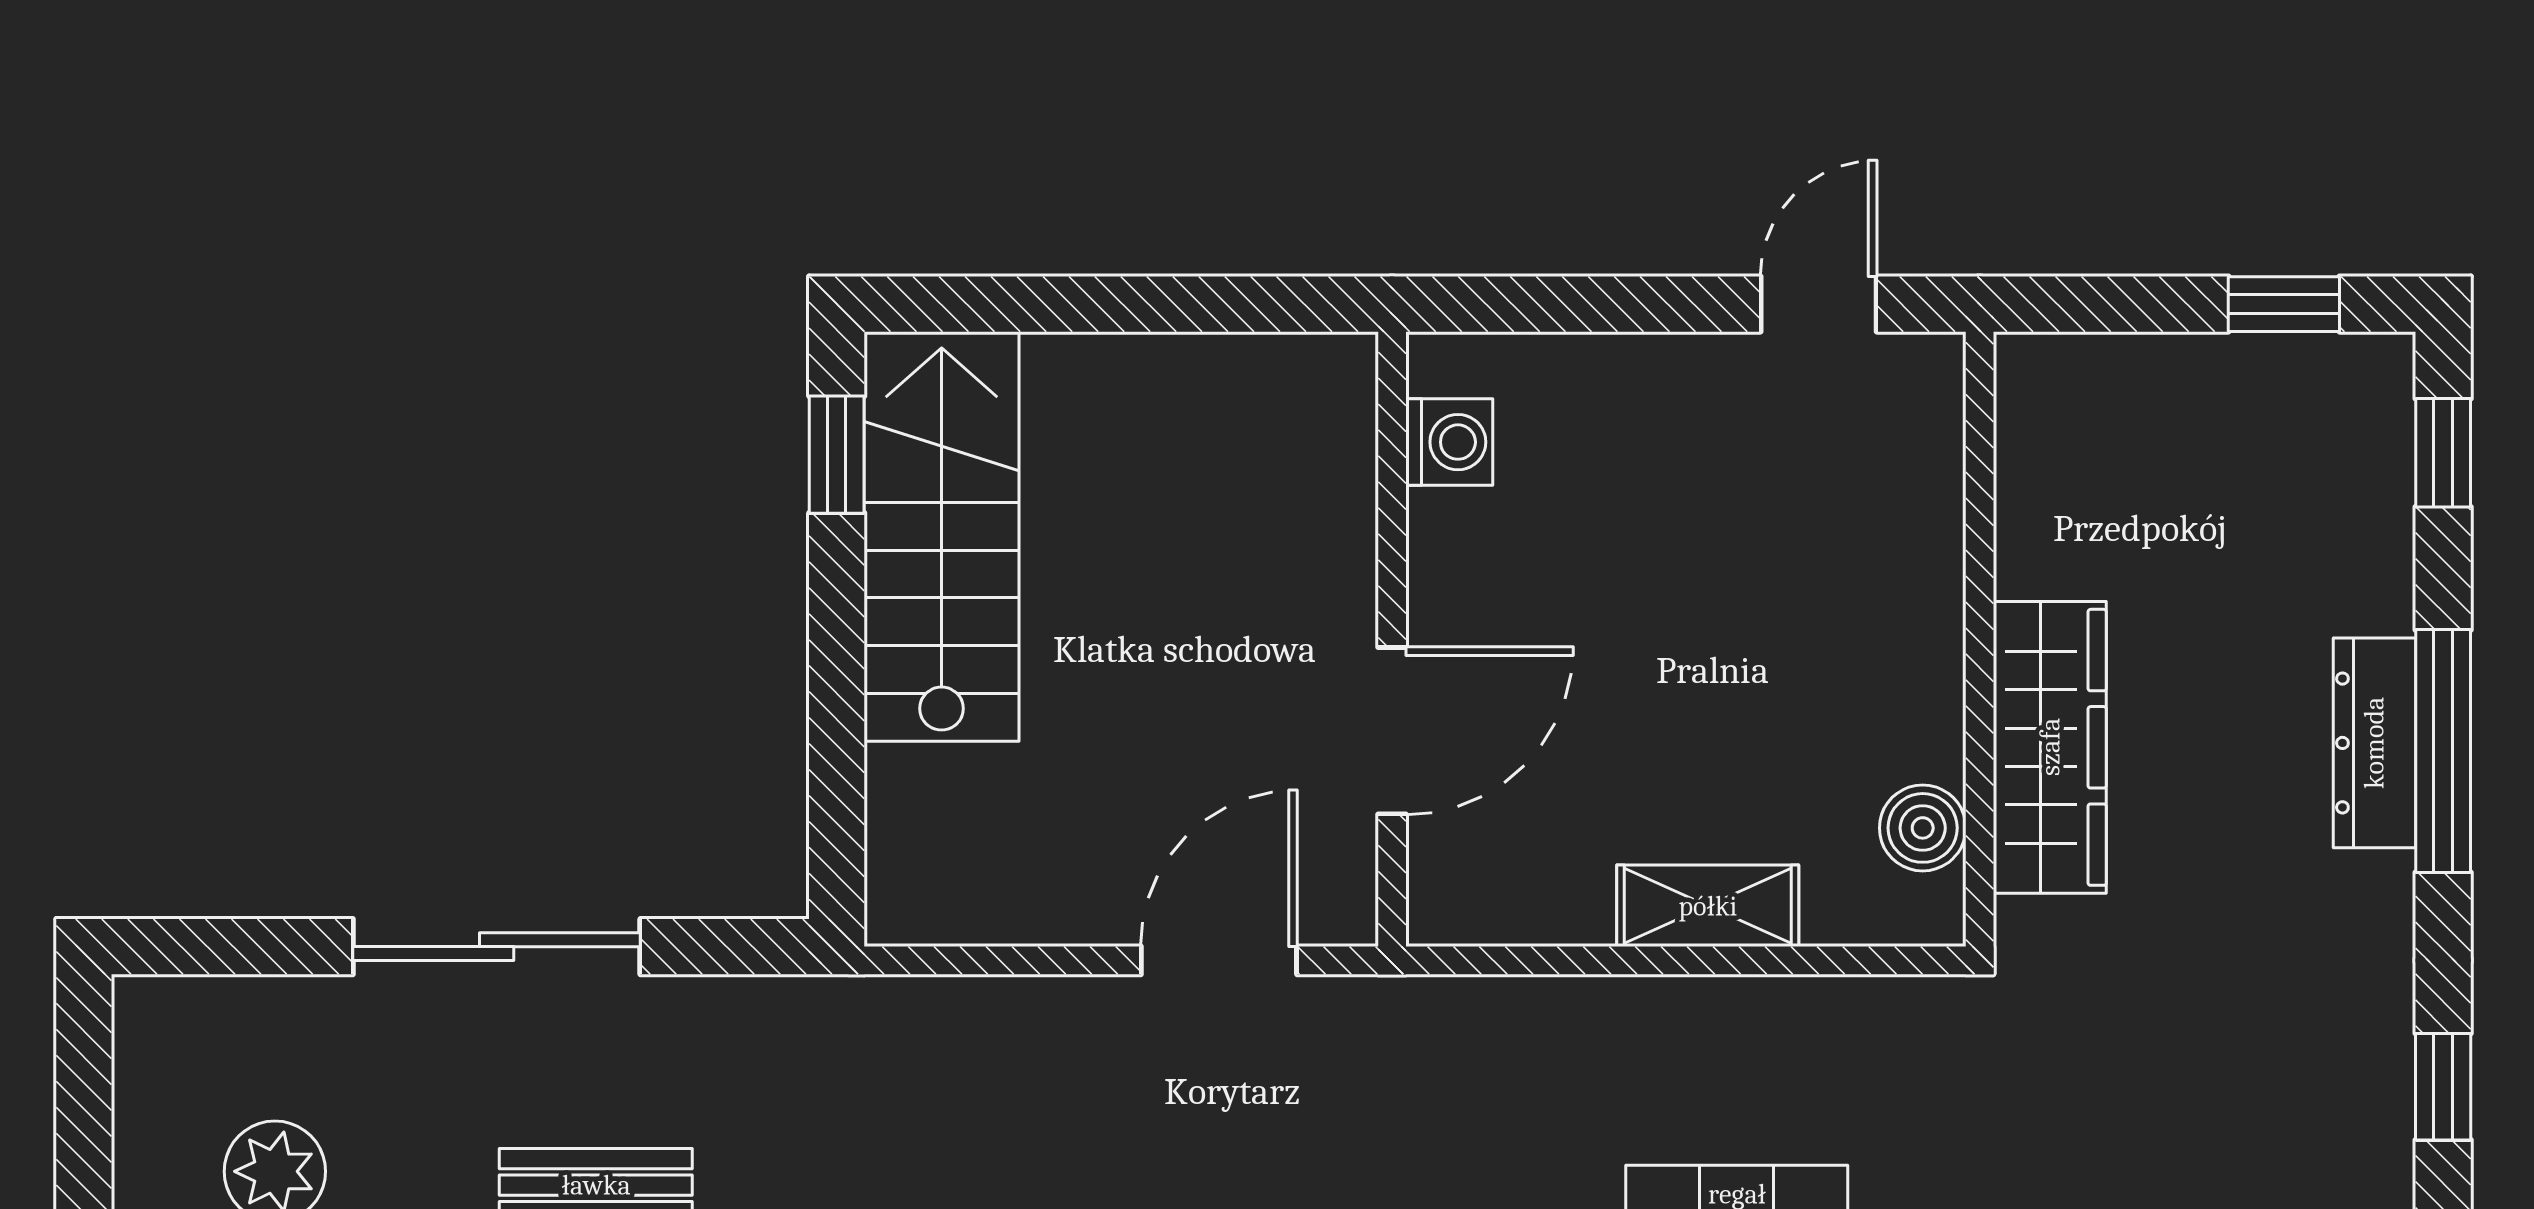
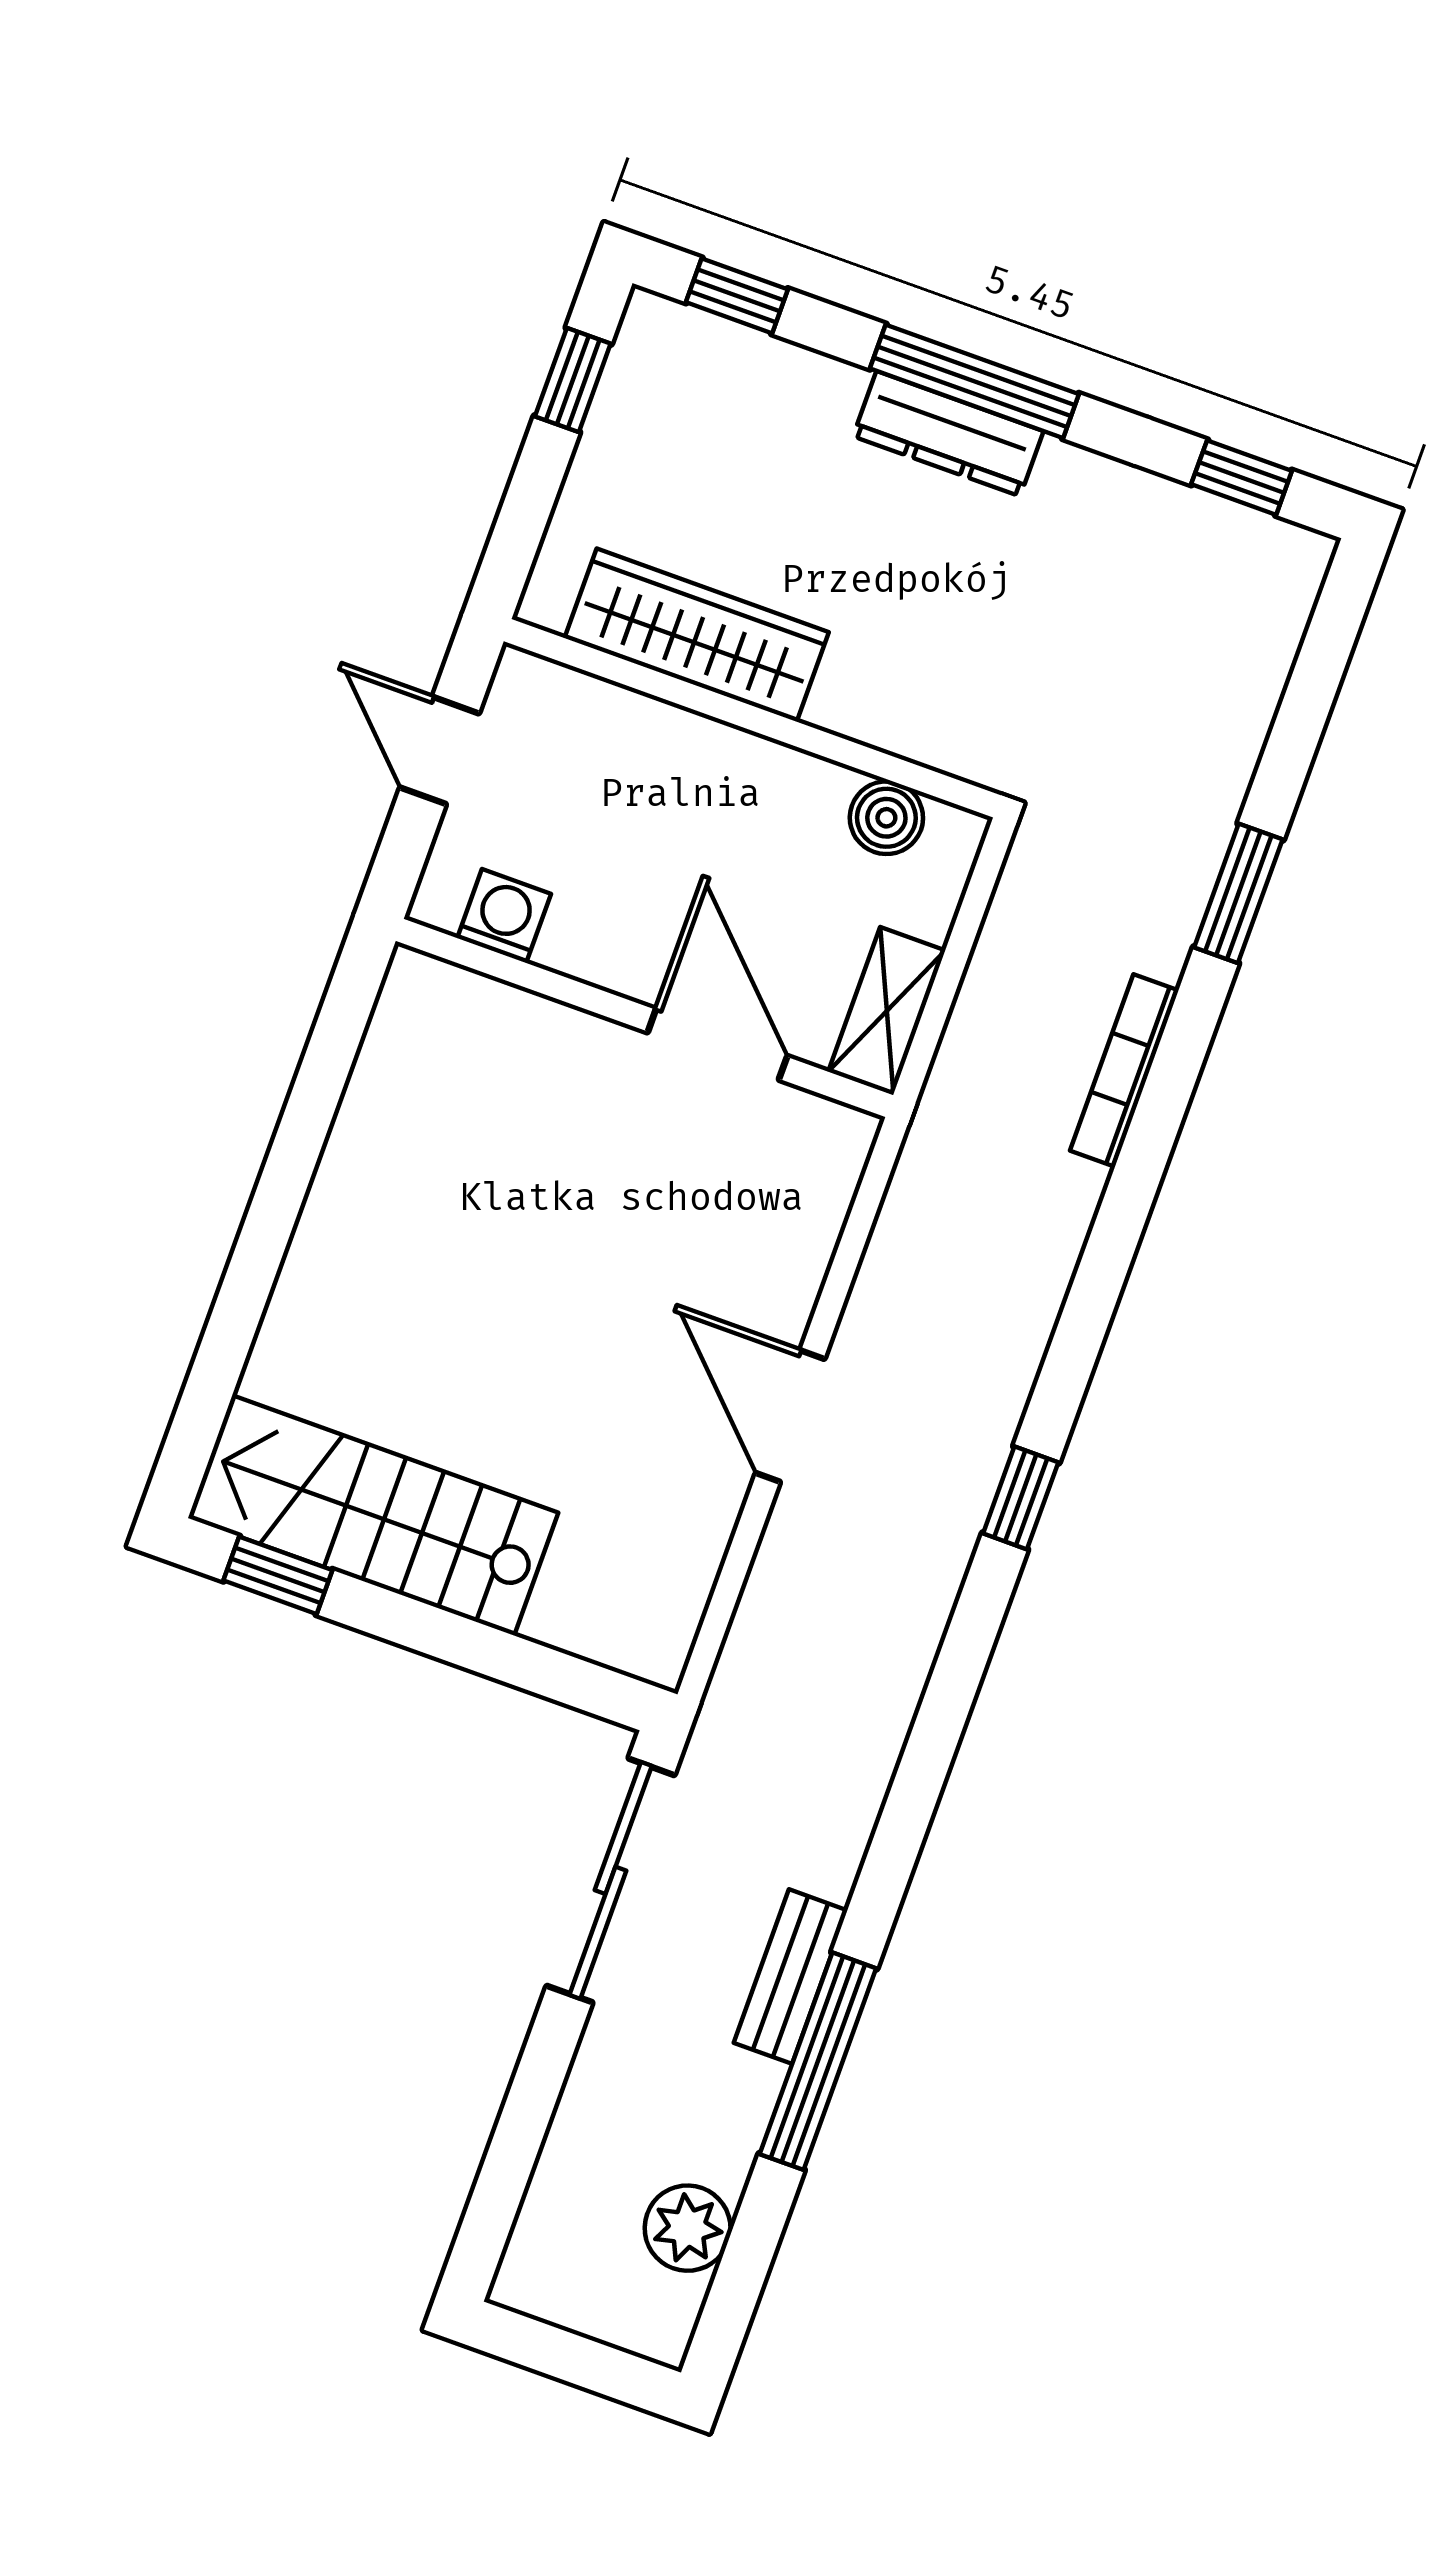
washing machine: (1449, 442) -> (504, 916), moved
wall: (1392, 639) -> (644, 1018), moved
door: (1392, 731) -> (717, 1044), moved
wardrobe: (2050, 747) -> (697, 635), moved
sliding door: (497, 947) -> (611, 1880), moved

